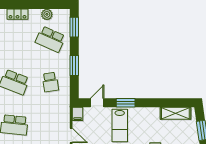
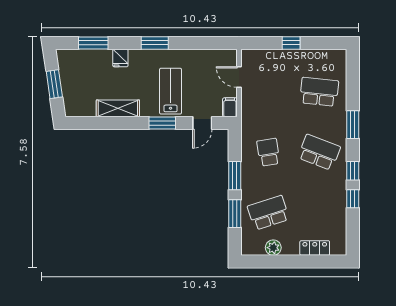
window: (74, 27) -> (235, 214), moved
school desk: (50, 39) -> (268, 213), turned -42
shelving: (175, 113) -> (118, 108), moved

